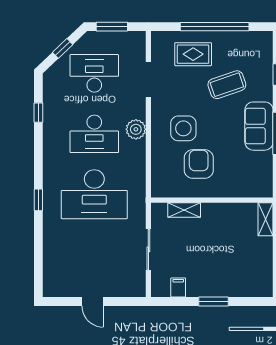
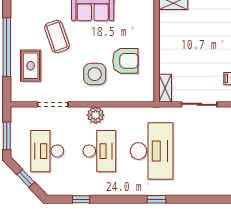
armchair: (199, 164) -> (125, 61), turned 180
shelving: (184, 210) -> (165, 88), moved

